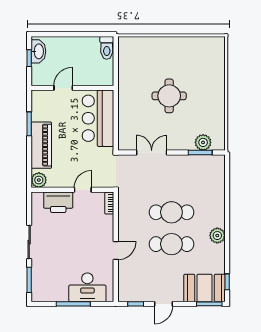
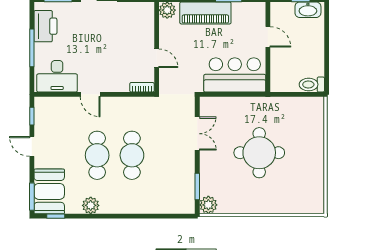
round table: (169, 96) -> (259, 153), width x1.36, depth x1.36
plant: (203, 142) -> (208, 205), moved
printer: (58, 202) -> (45, 26), moved, turned 180
plant: (217, 236) -> (91, 205), moved
desk: (87, 287) -> (57, 76), moved, turned -90

